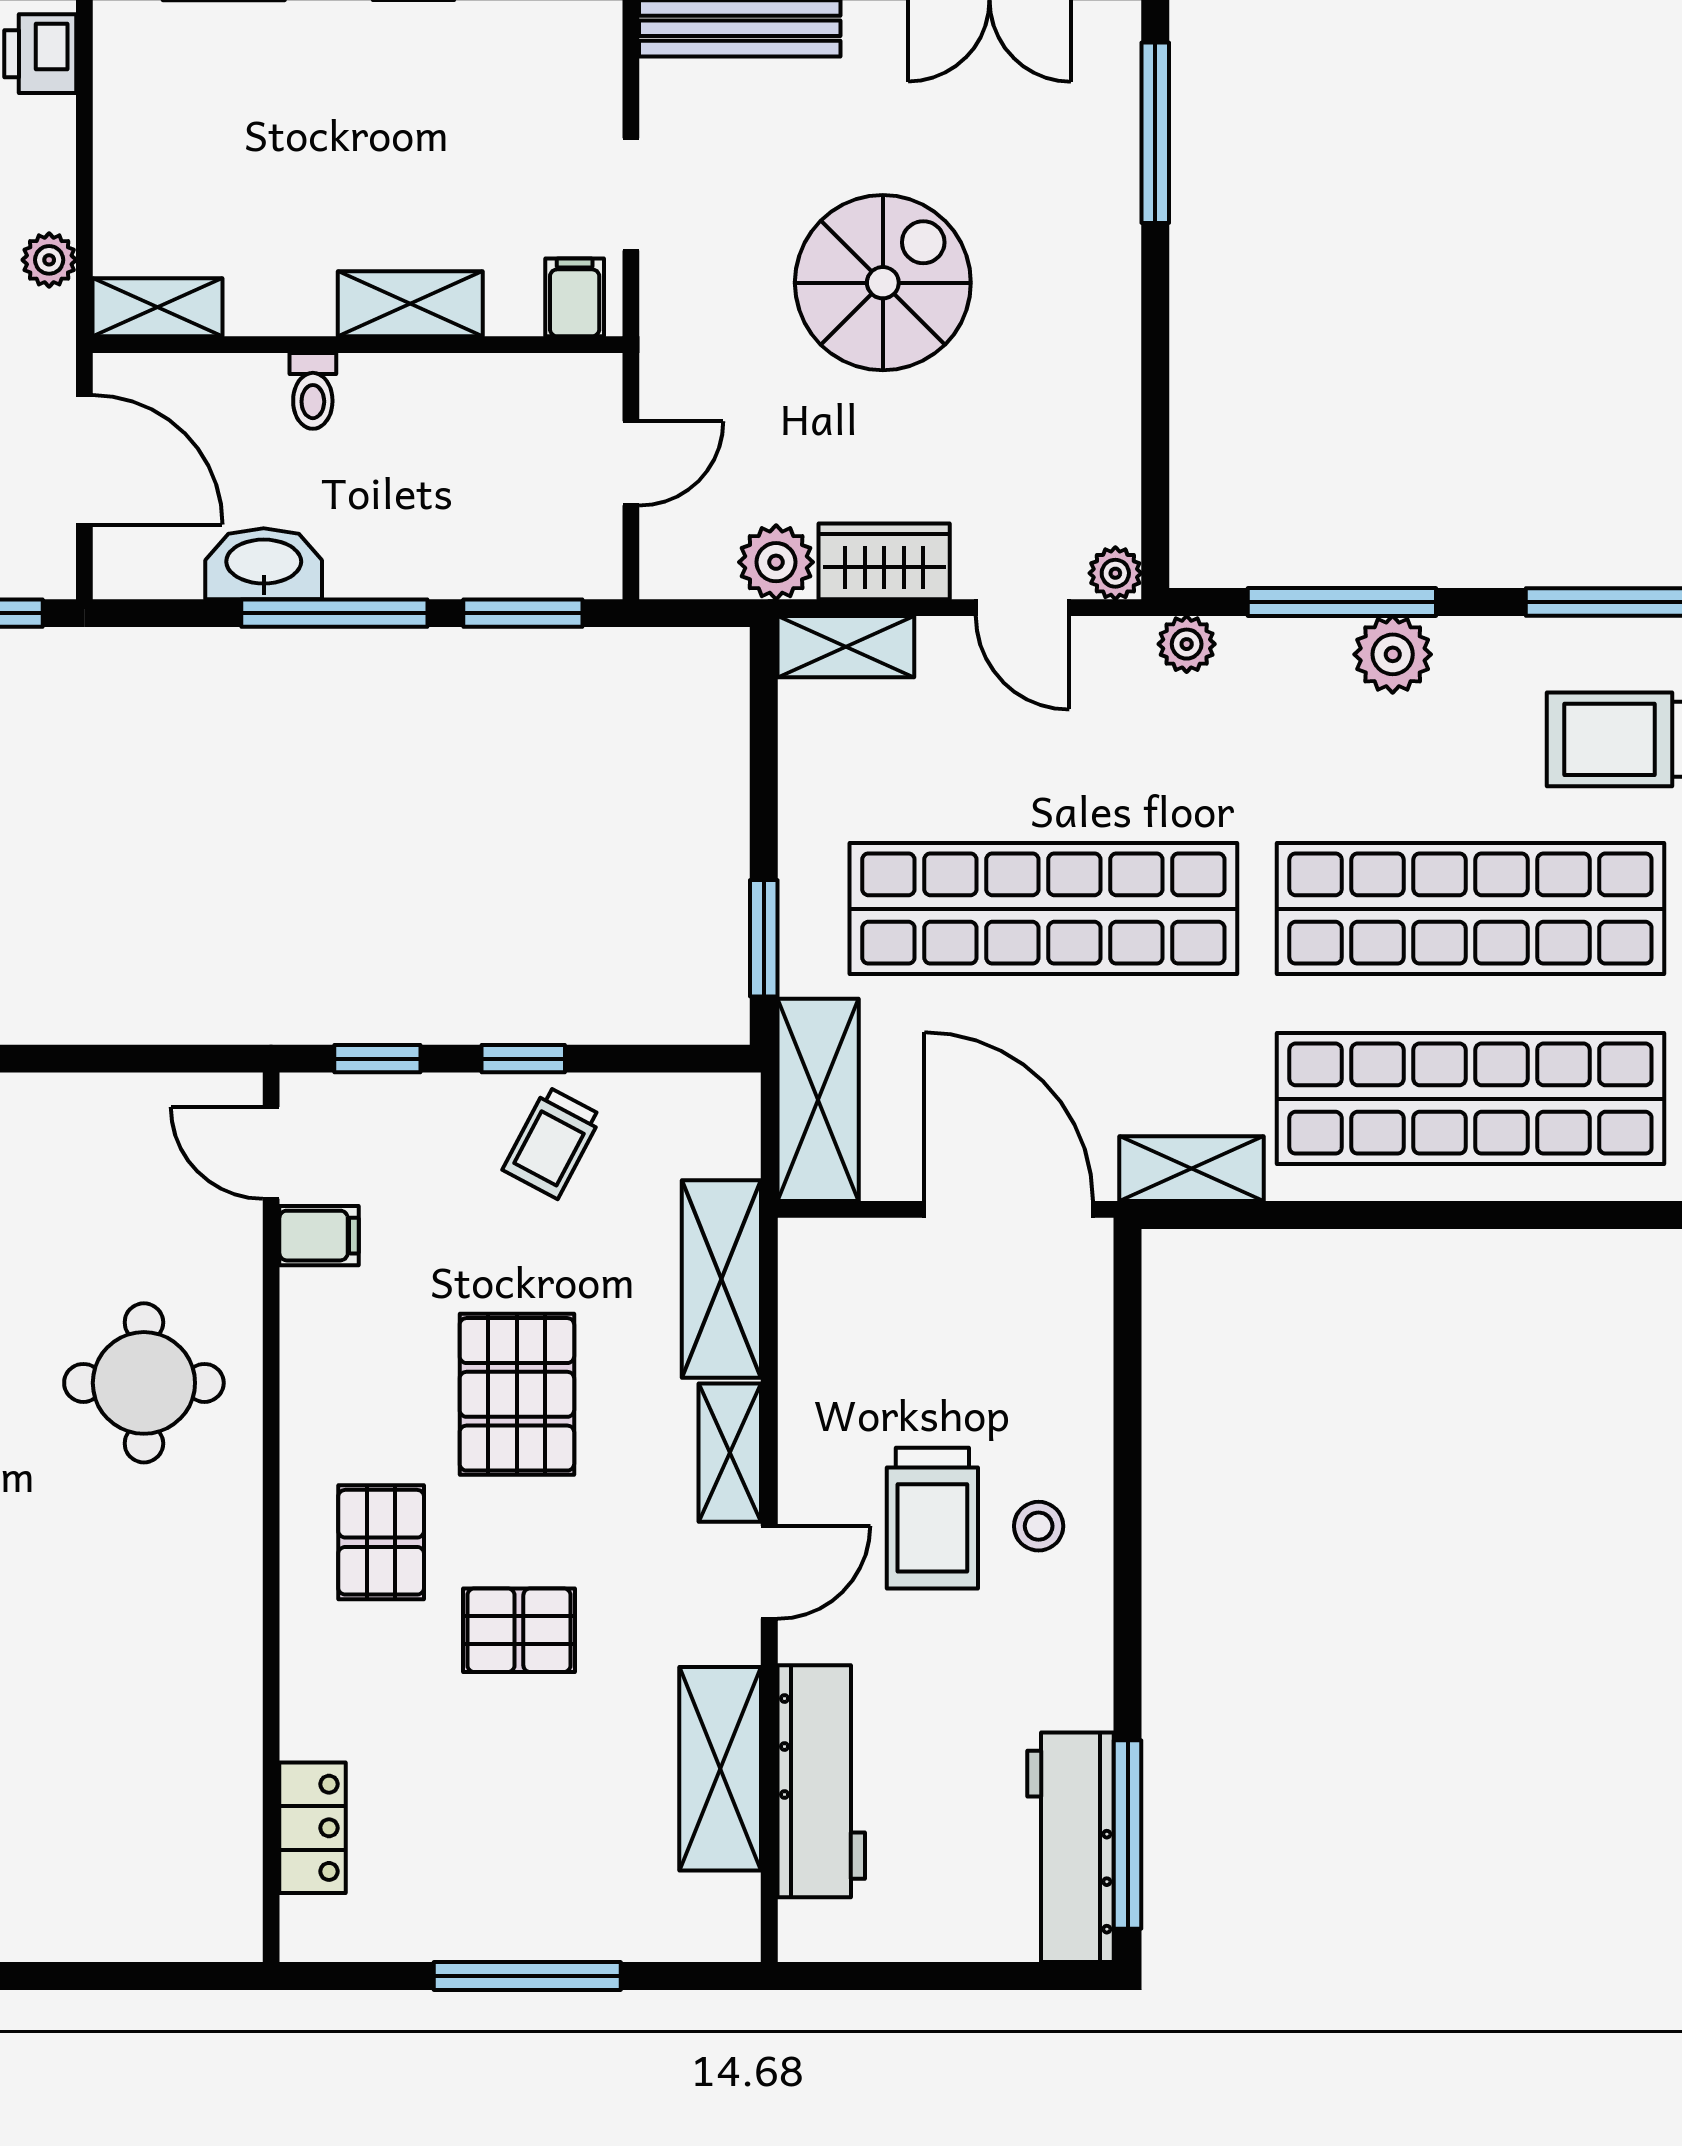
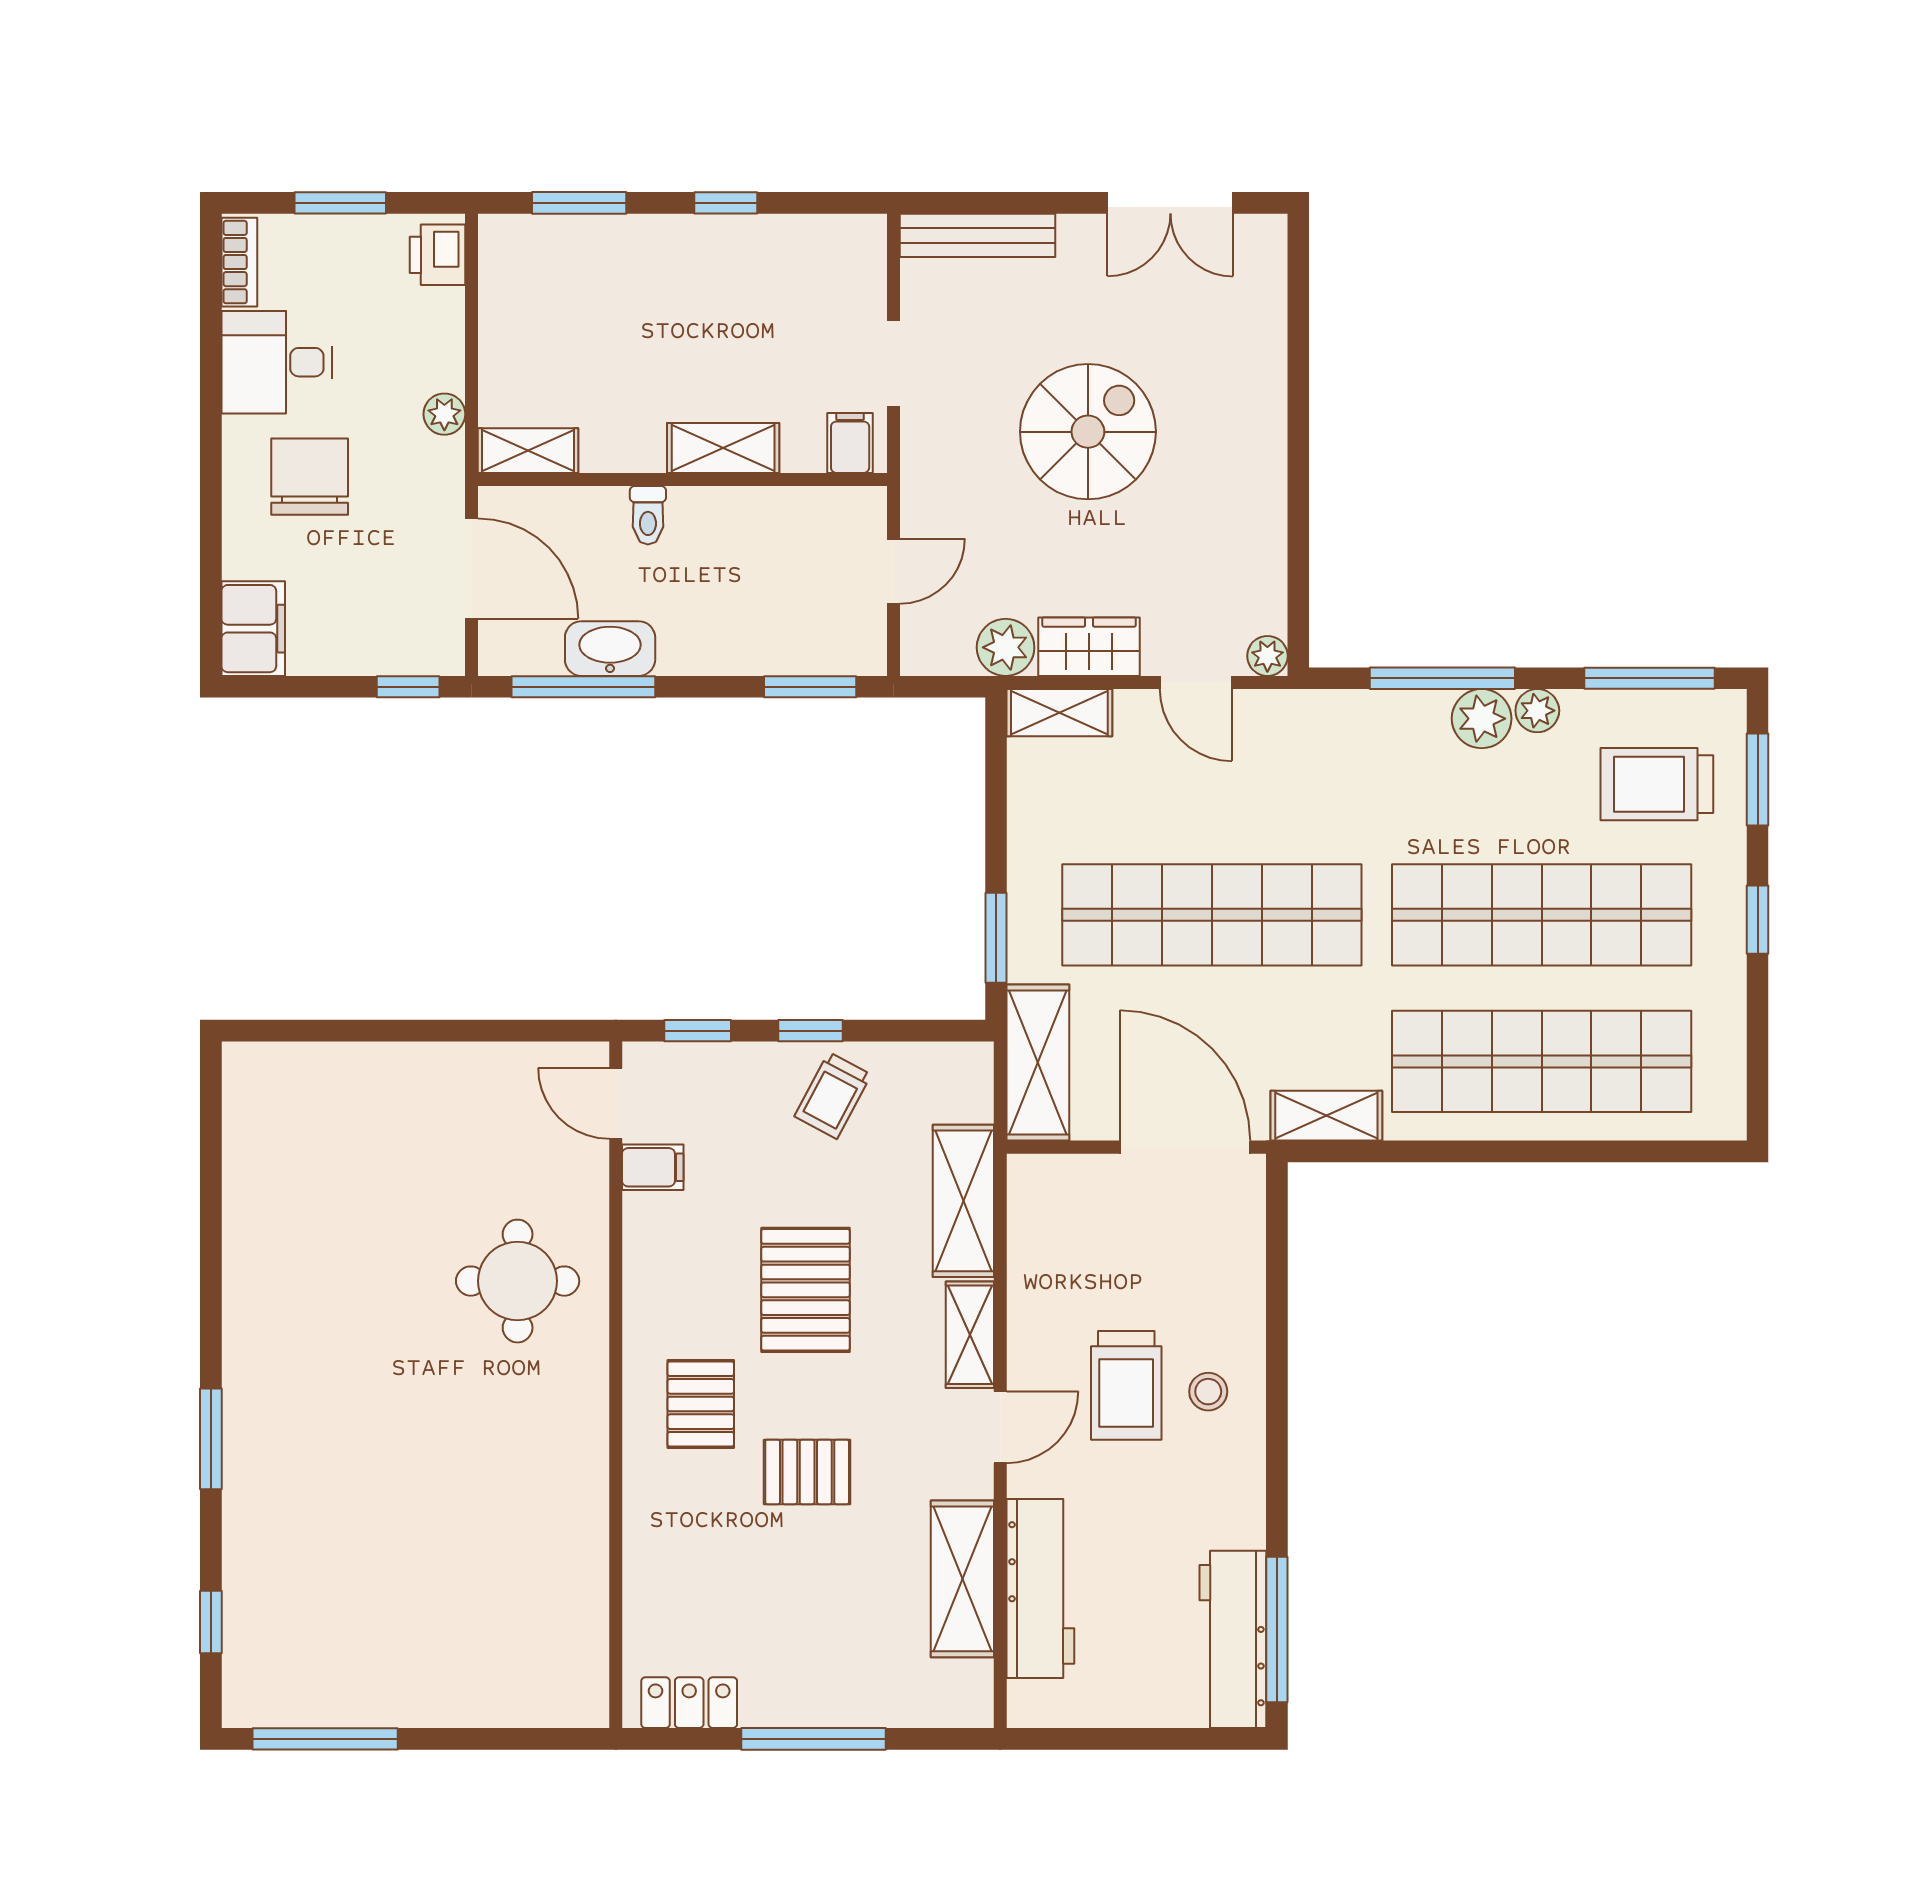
window: (1155, 133) -> (1298, 316), removed
window: (334, 613) -> (583, 687), moved
plant: (1187, 644) -> (1537, 711), moved
locker: (312, 1828) -> (689, 1703), moved, turned -90

